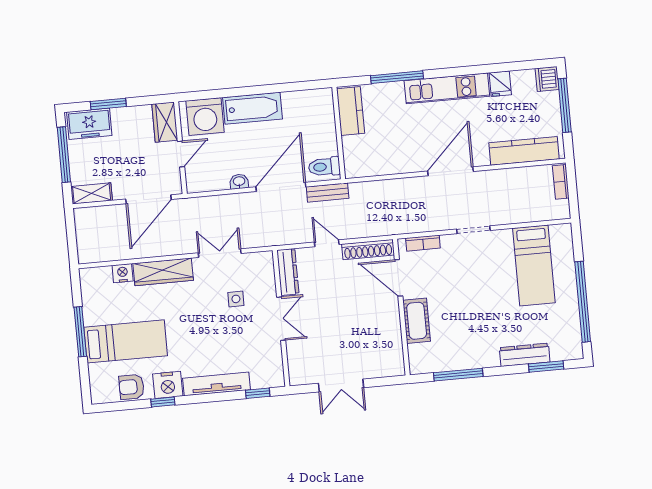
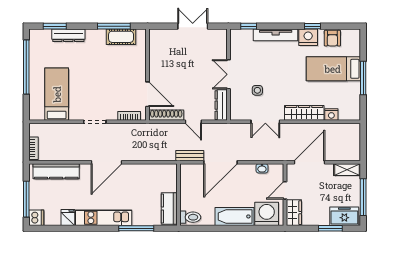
toilet: (324, 167) -> (190, 217), moved
washbasin: (239, 182) -> (262, 168), moved
cot: (417, 321) -> (121, 37), moved, turned 90
armchair: (132, 387) -> (332, 38), turned 90

